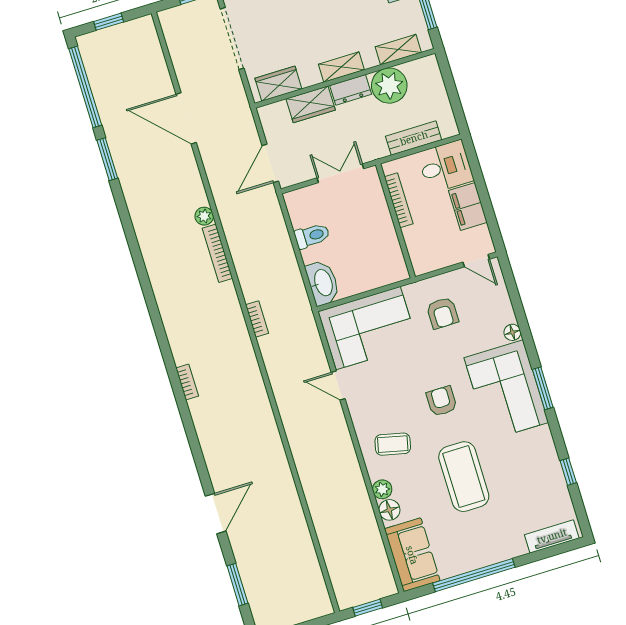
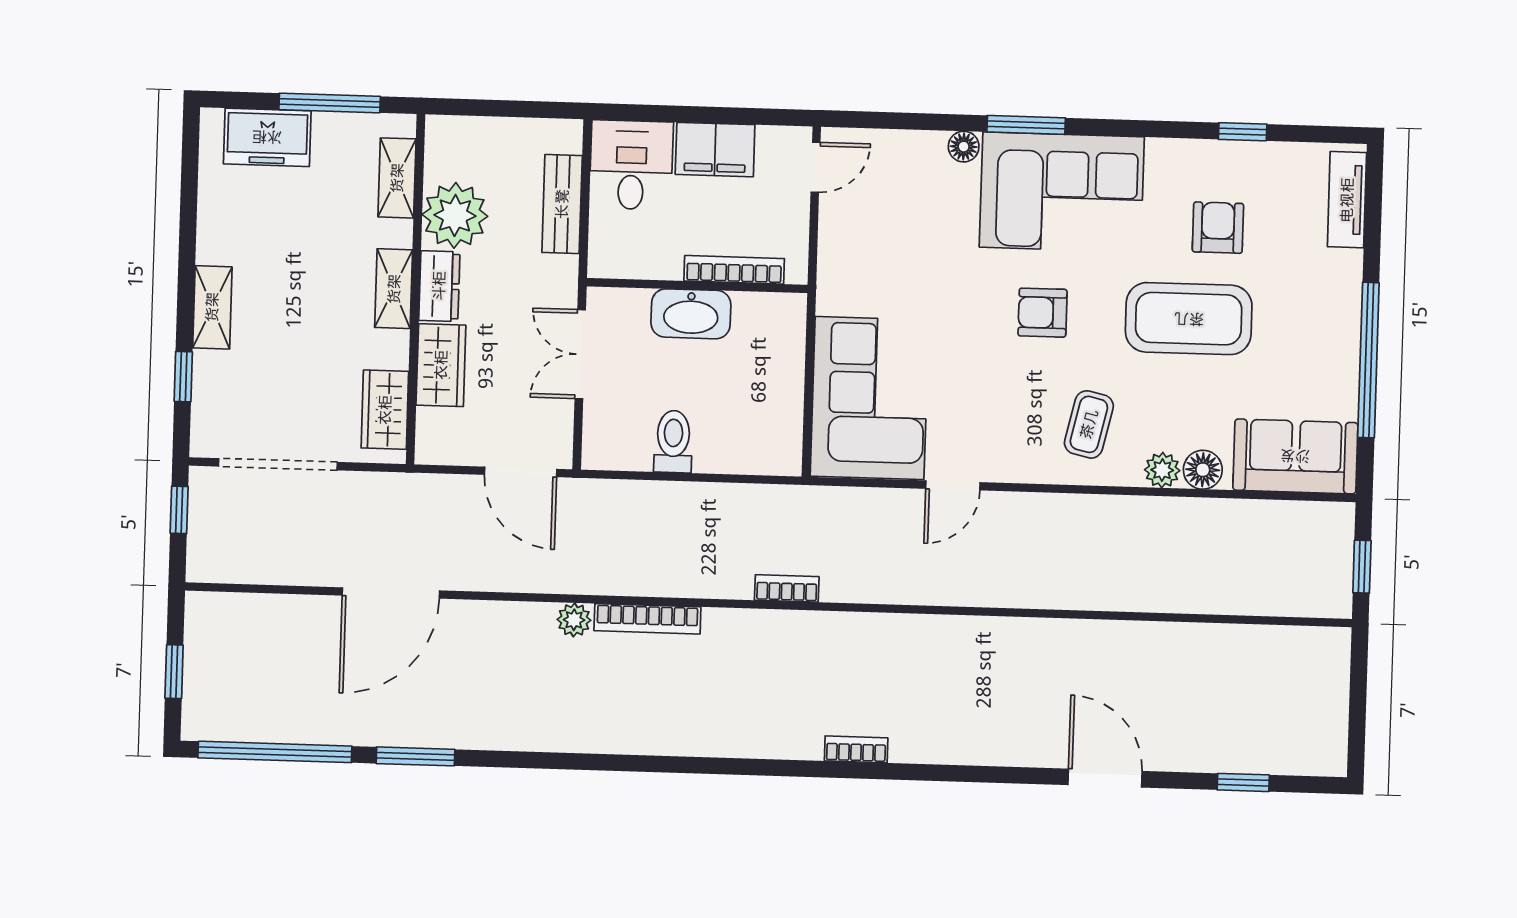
bookcase: (399, 200) -> (734, 270), moved
washbasin: (323, 283) -> (691, 314), moved, turned 180
armchair: (442, 313) -> (1218, 228), moved, turned -90
window: (543, 388) -> (1026, 125), moved
window: (237, 585) -> (1243, 782), width x0.67

